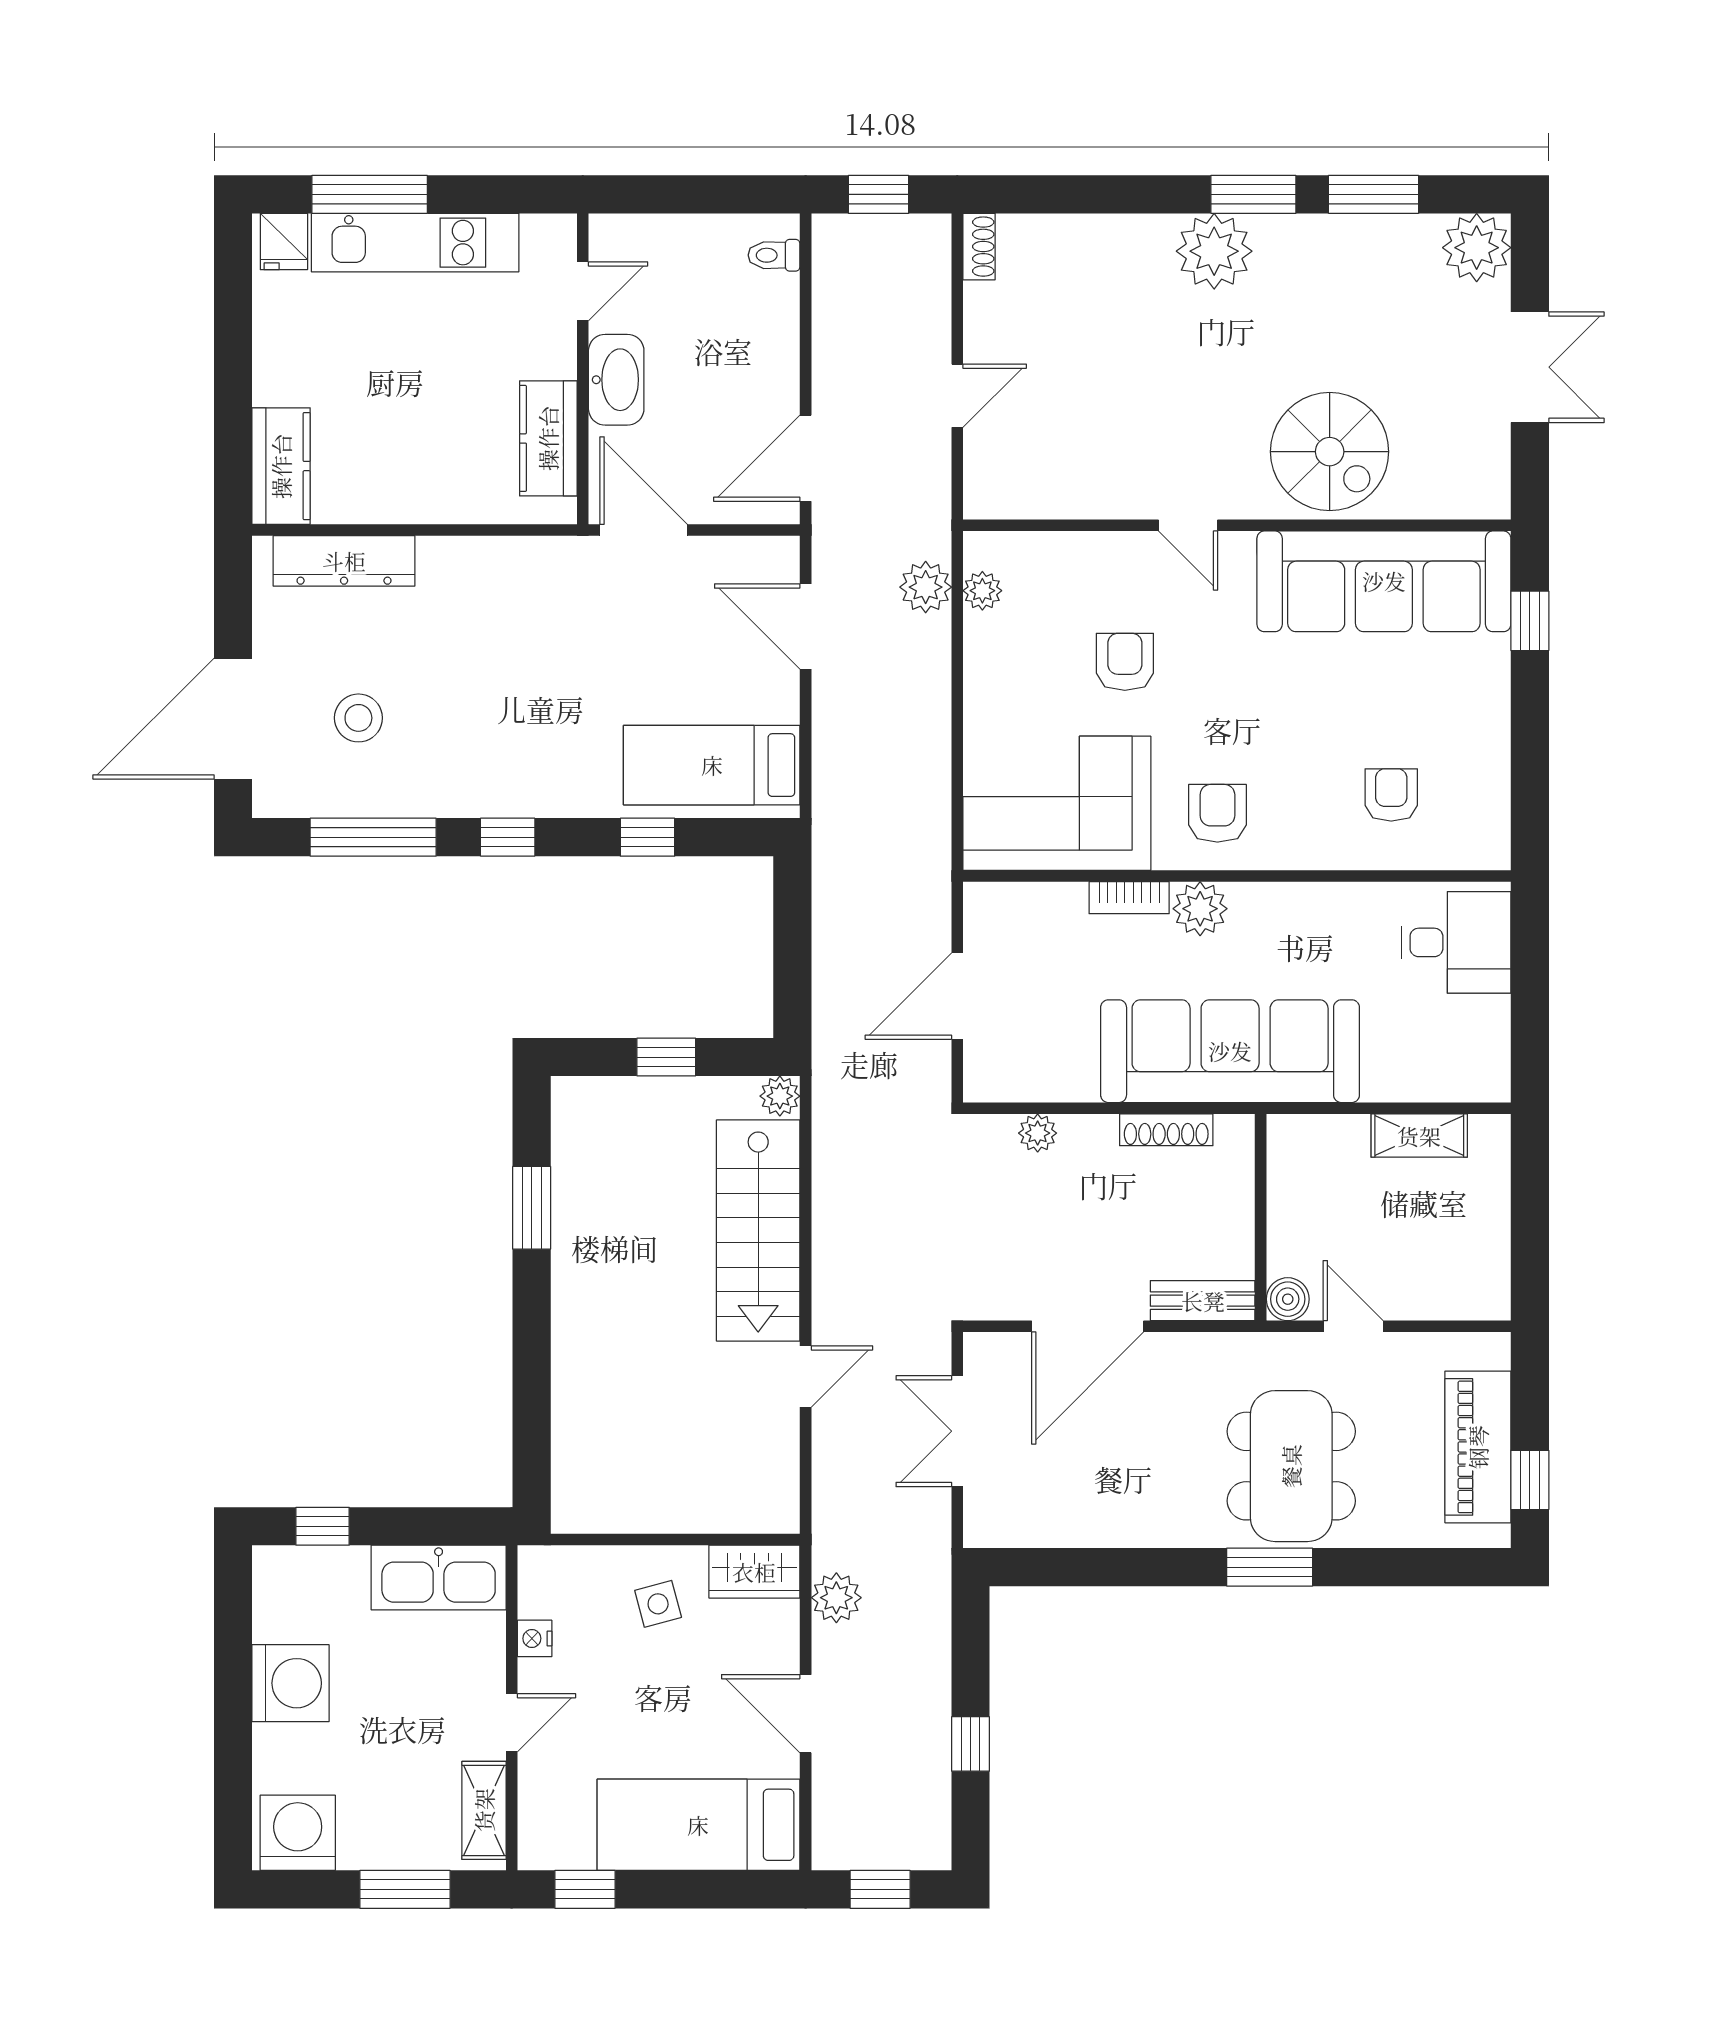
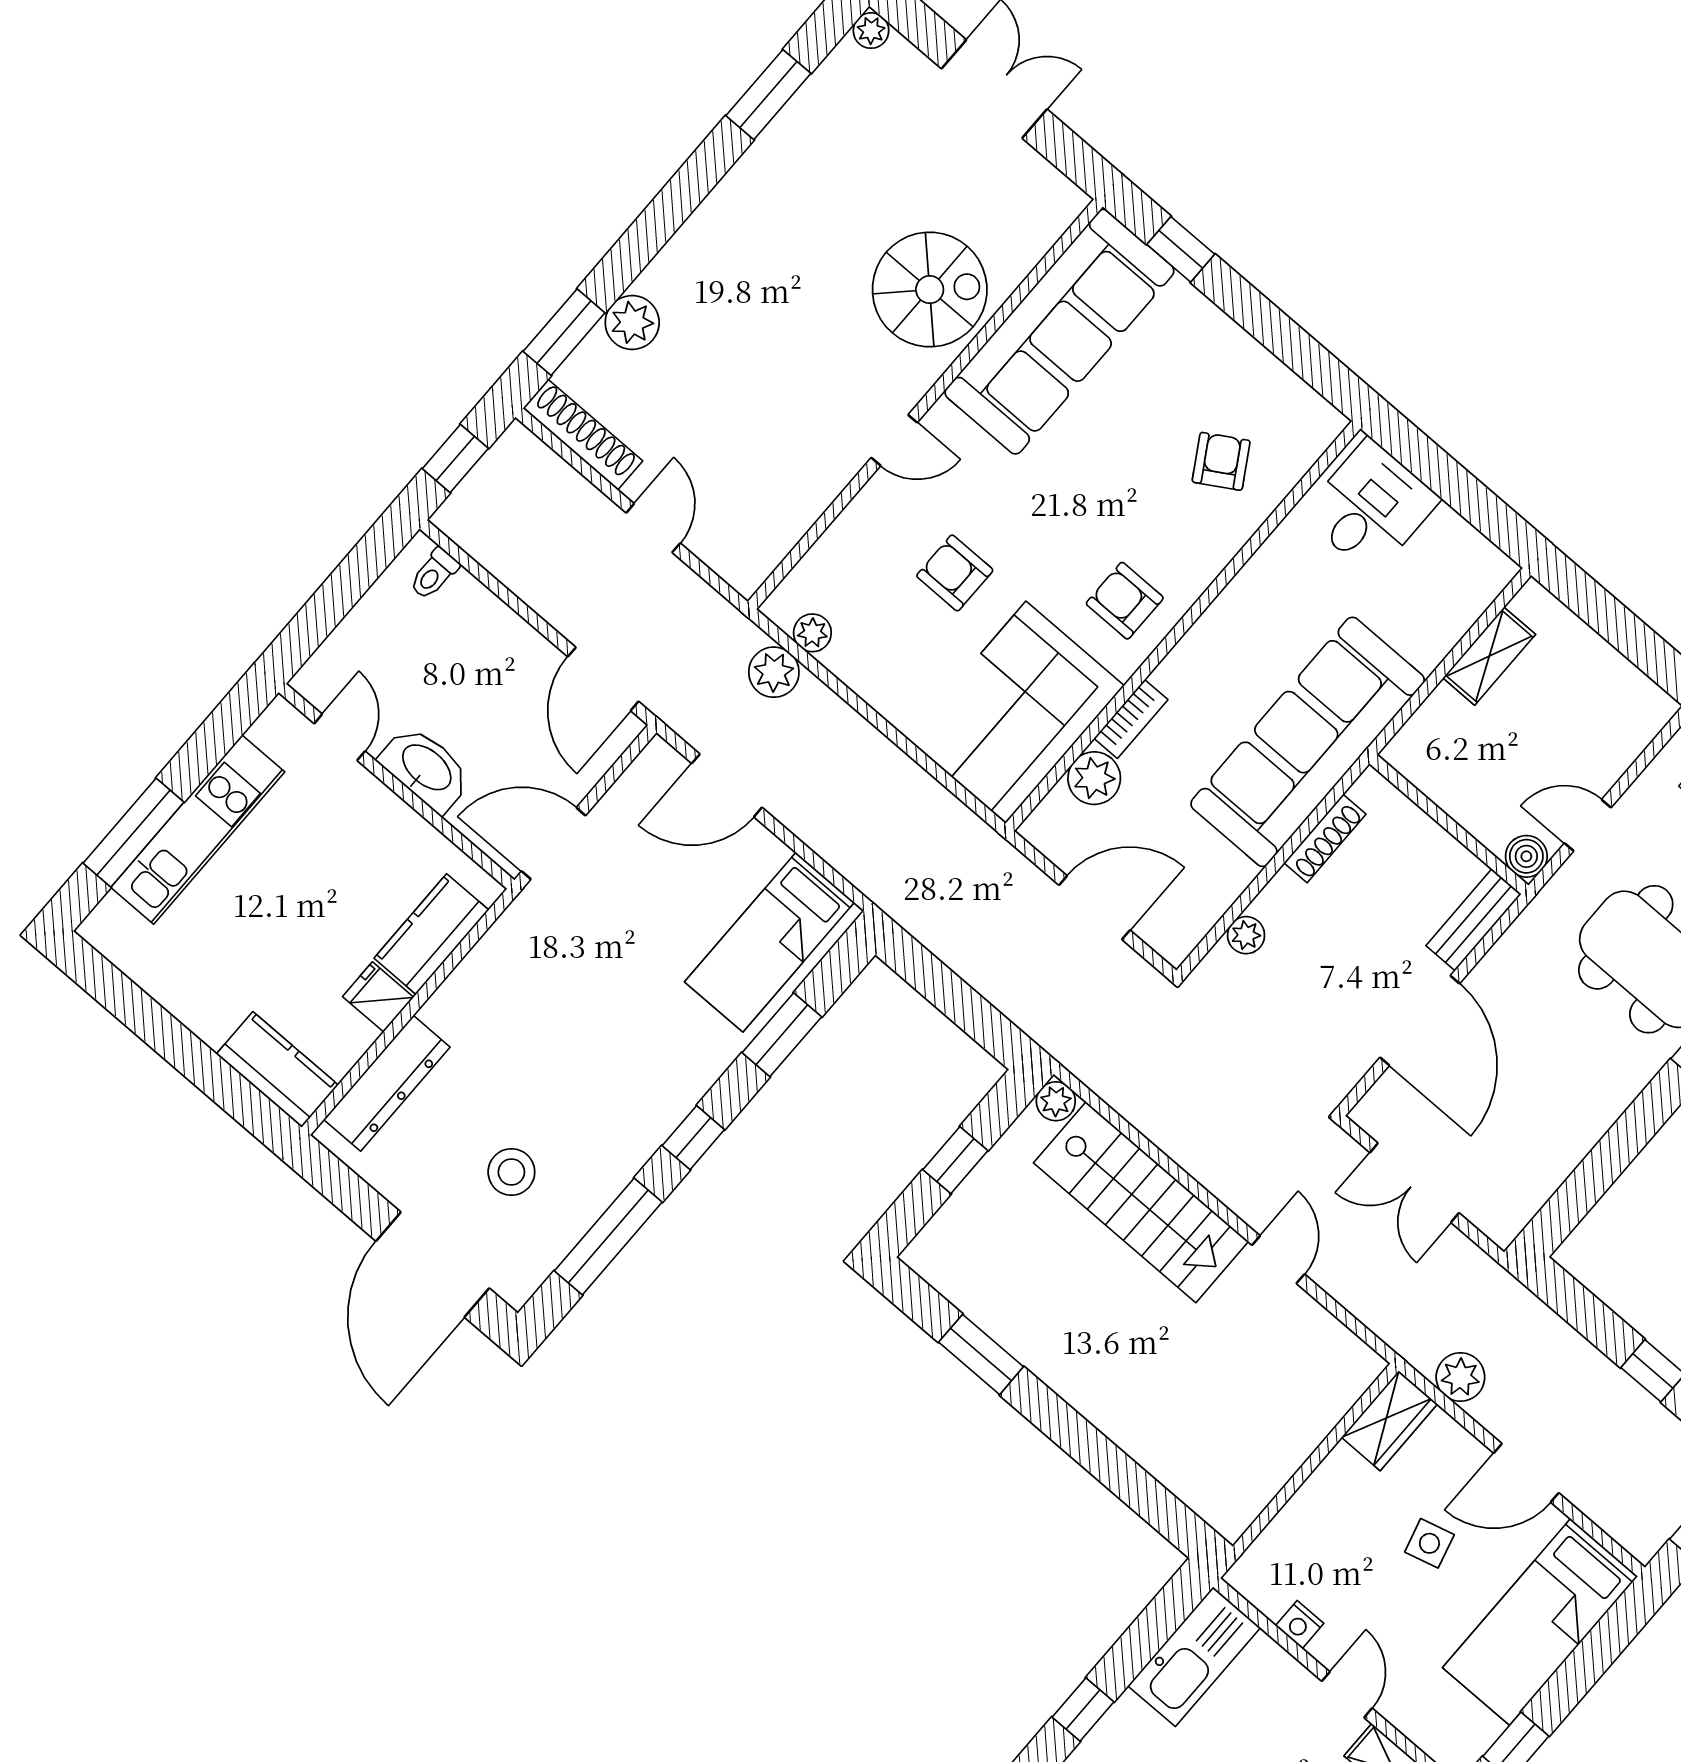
window: (1253, 194) -> (564, 332), moved
fridge: (284, 242) -> (378, 997), moved, turned 180
shoe rack: (979, 247) -> (583, 435), width x1.94, depth x1.24
plant: (1477, 248) -> (871, 31), width x0.53, depth x0.53
plant: (1214, 251) -> (632, 322), moved, width x0.73, depth x0.73
kitchen counter: (548, 438) -> (431, 934), moved, turned 90
armchair: (1391, 795) -> (1221, 461), turned 59
window: (648, 837) -> (782, 1035), width x1.50
plant: (1200, 909) -> (1094, 778), moved
door: (957, 996) -> (1095, 908), swing flipped
side table: (658, 1604) -> (1429, 1543), moved

